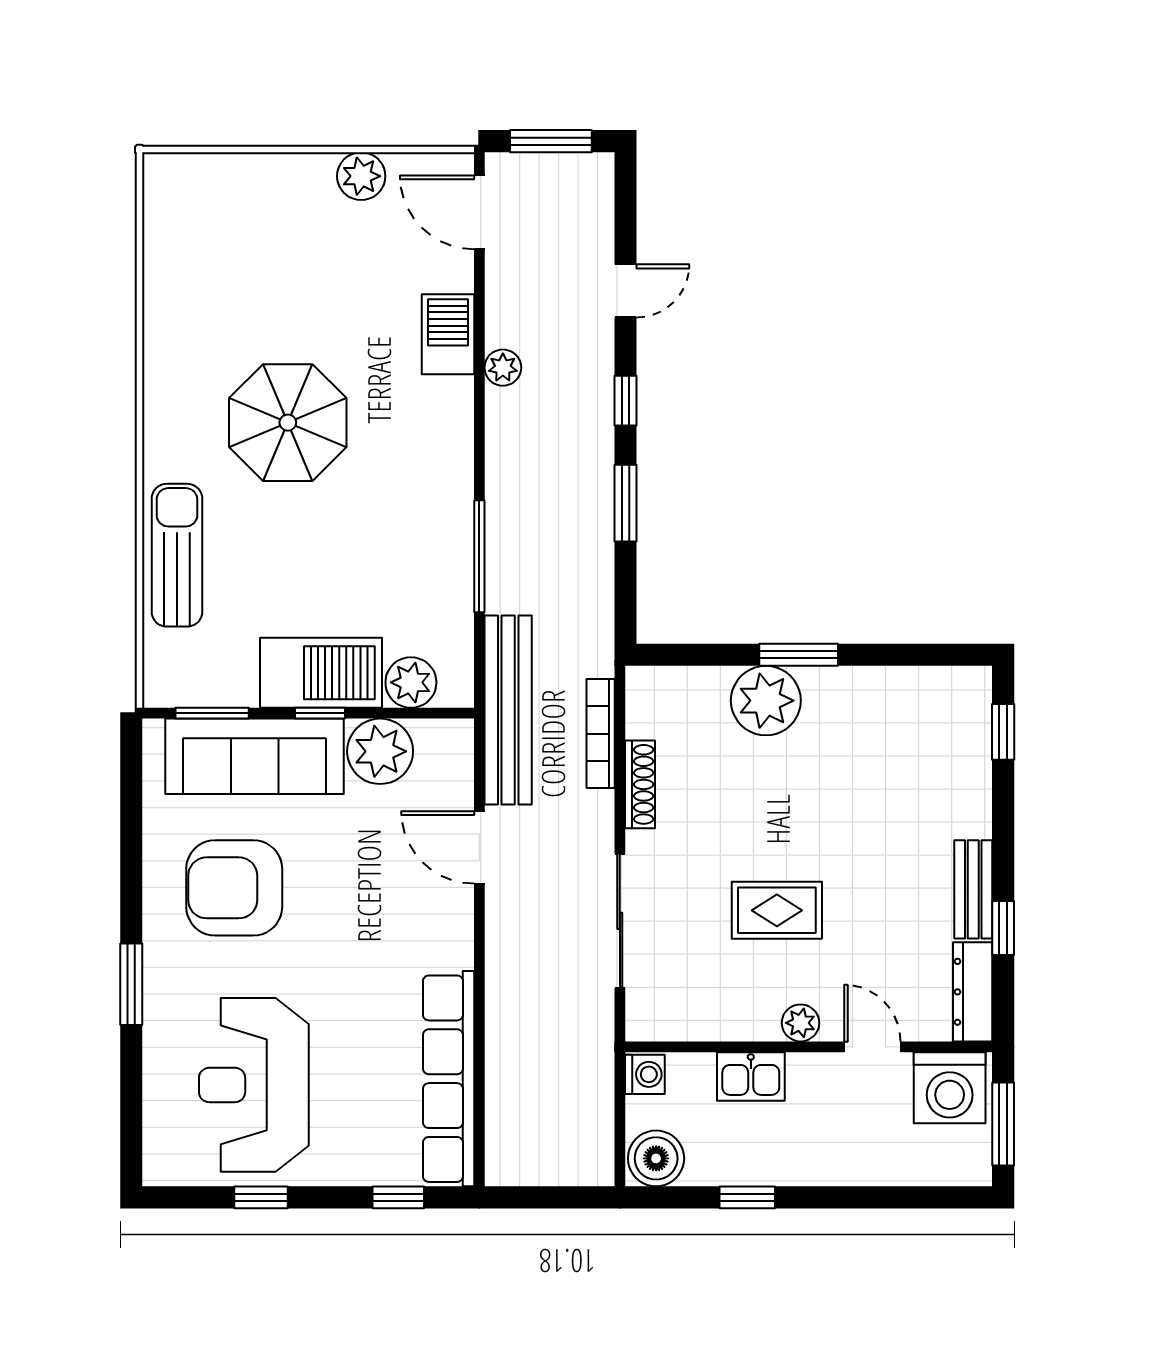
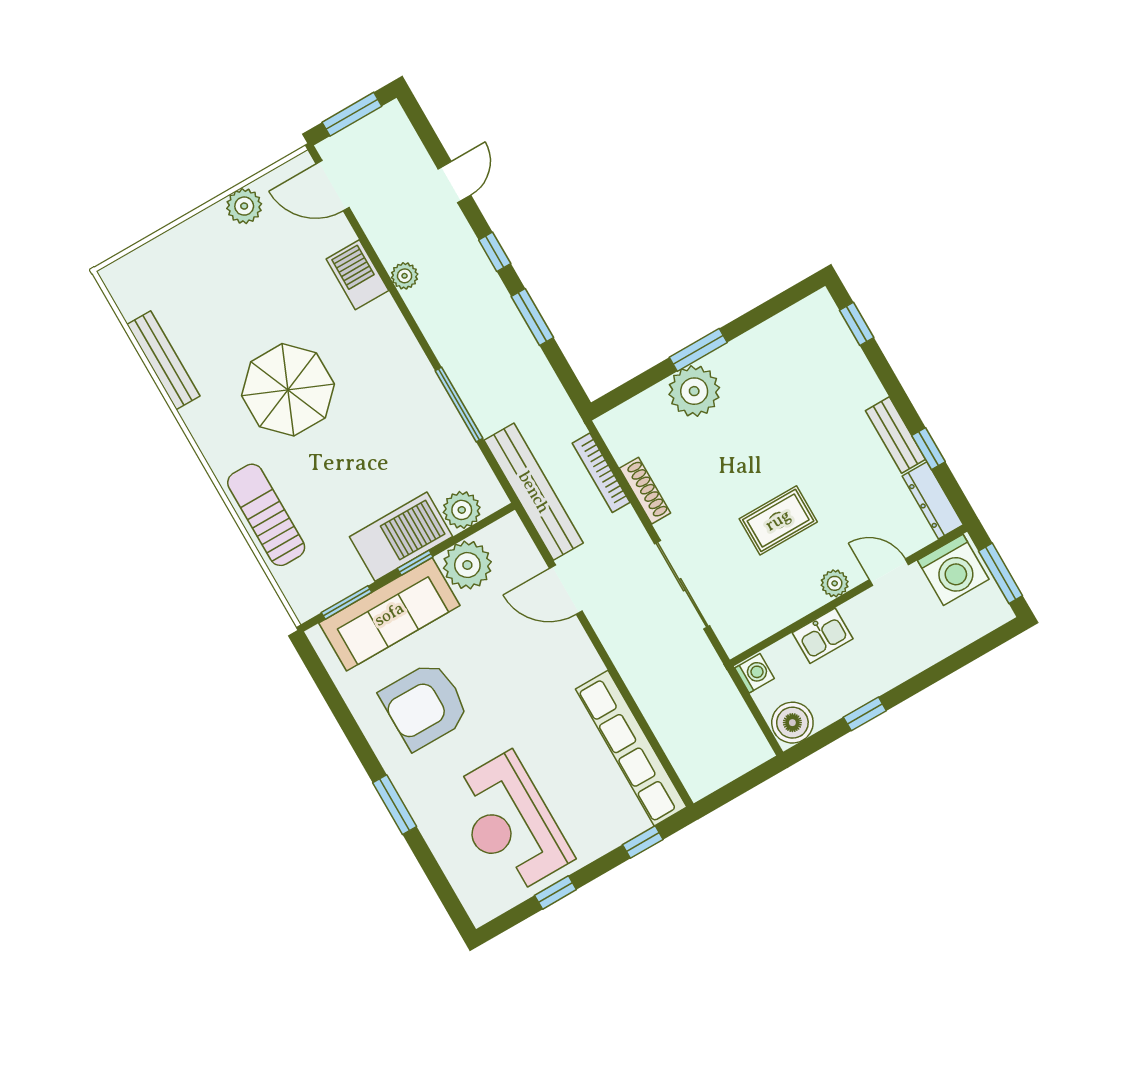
bench: (161, 303) -> (163, 360), added

